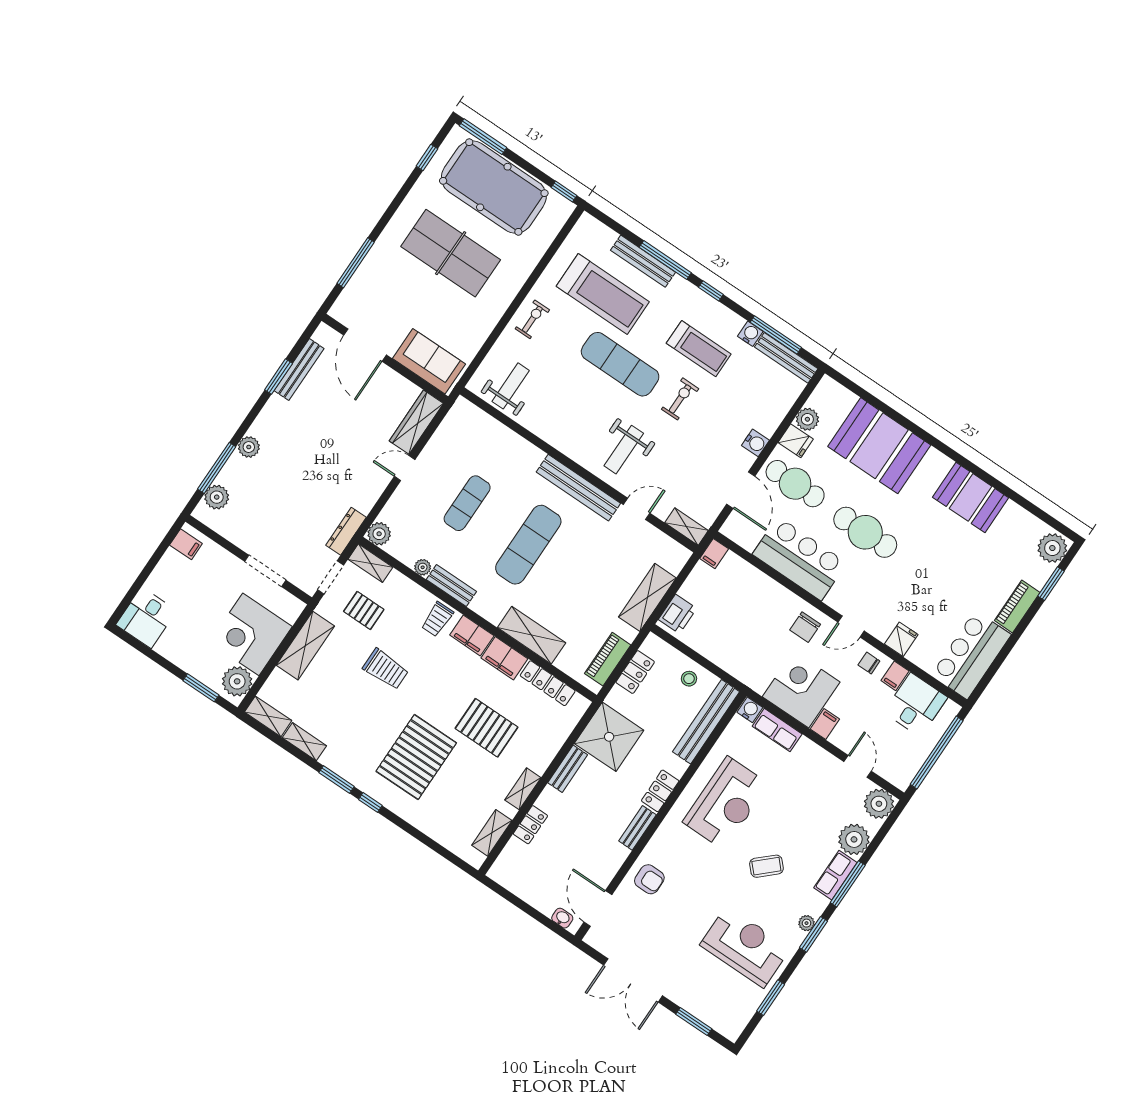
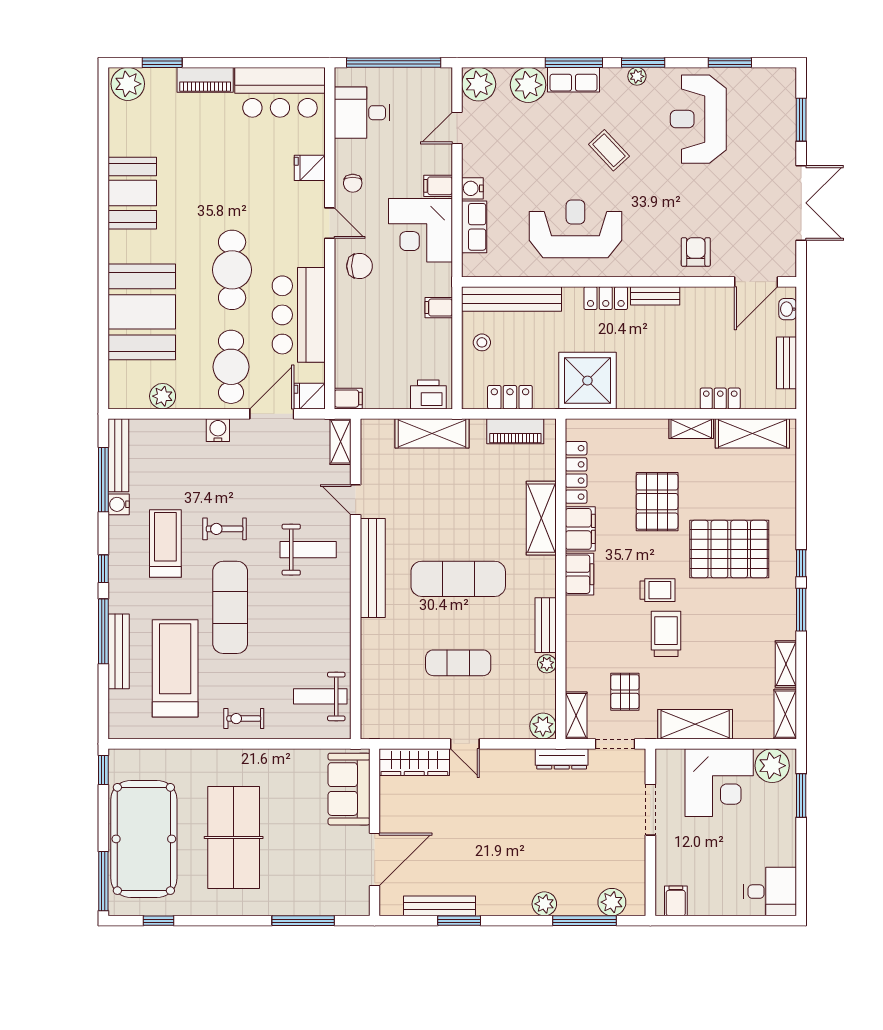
fridge: (796, 441) -> (309, 396), moved, turned -90
trolley: (437, 619) -> (657, 590), moved
filing cabinet: (895, 676) -> (439, 308), moved, turned 180
water cooler: (750, 710) -> (472, 188), moved
bench: (568, 769) -> (787, 363), moved, turned 90
shelving: (492, 833) -> (752, 433), width x1.50, depth x1.33

